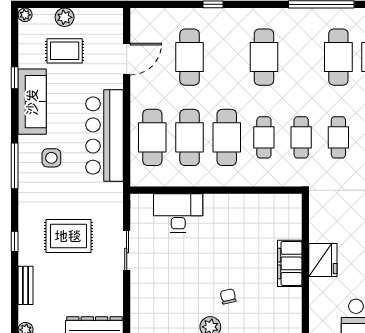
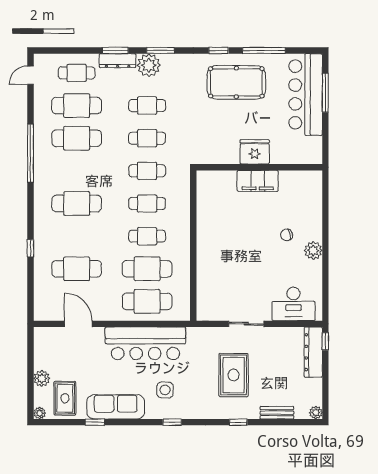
rug: (65, 51) -> (65, 398), moved
cafe table: (227, 137) -> (147, 236), width x0.73, depth x0.74
window: (15, 166) -> (172, 422), width x0.46
desk: (178, 213) -> (293, 304), moved, turned -90

